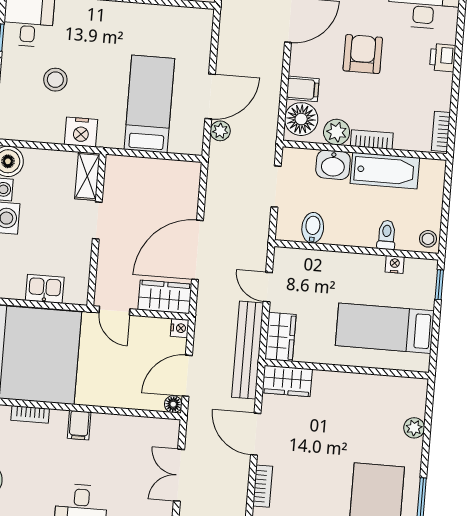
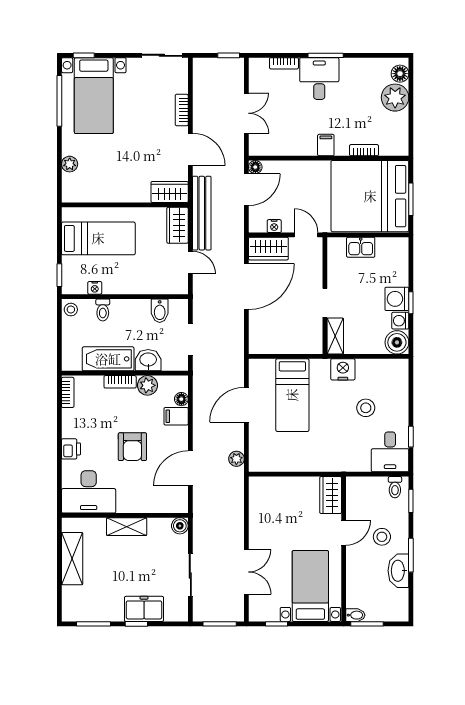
floor lamp: (301, 119) -> (181, 399), width x0.53, depth x0.53
plant: (220, 131) -> (236, 459), moved
nightstand: (180, 328) -> (274, 226), moved, turned -90

